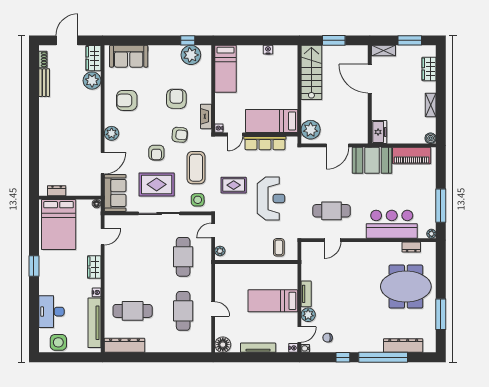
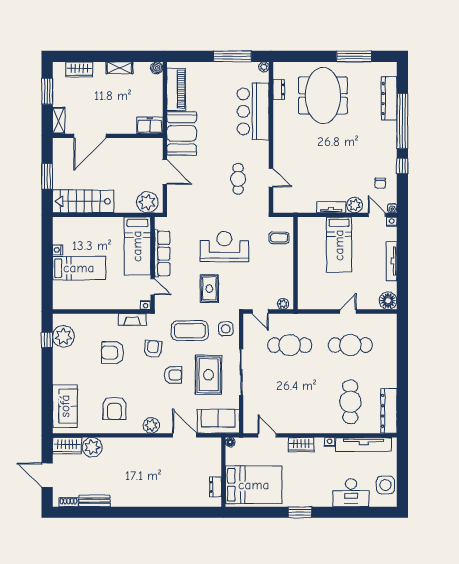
bed: (226, 69) -> (79, 268), moved
cafe table: (332, 211) -> (238, 179), width x0.73, depth x0.74

